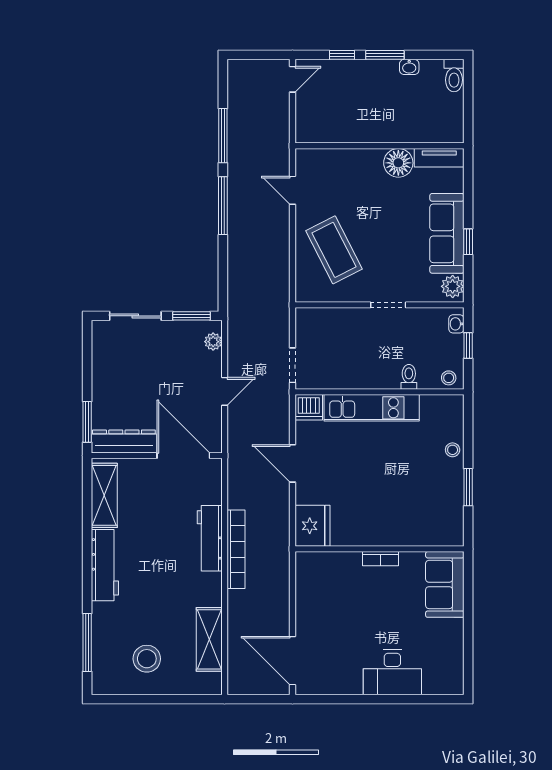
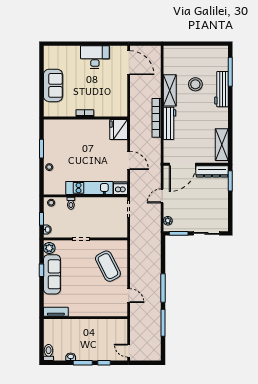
door: (292, 79) -> (129, 351), hinge flipped
floor lamp: (398, 163) -> (76, 309), removed
door: (183, 456) -> (183, 164), hinge flipped
workbench: (105, 565) -> (221, 89), moved
sofa: (445, 584) -> (53, 85), moved
shelving: (209, 639) -> (170, 90), moved
stool: (147, 659) -> (195, 84), moved
desk: (392, 672) -> (95, 57), moved

